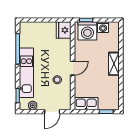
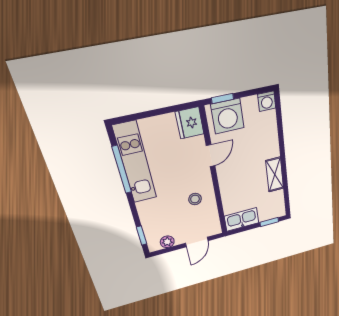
washing machine: (103, 27) -> (267, 101), moved
shelving: (114, 64) -> (275, 175), moved
door: (73, 68) -> (211, 156), moved
kitchen unit: (26, 73) -> (135, 163), moved

